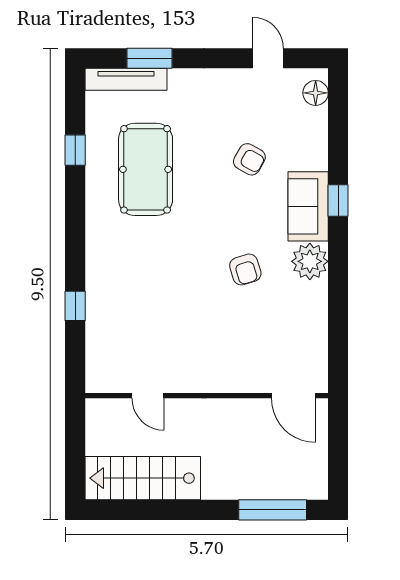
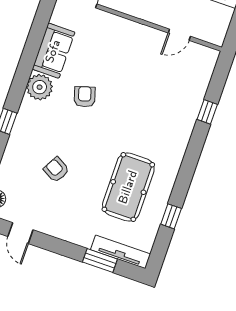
sofa: (308, 206) -> (53, 51), moved
door: (148, 396) -> (179, 35), swing flipped

